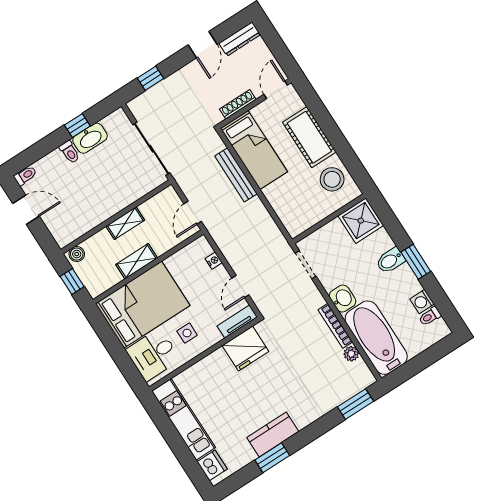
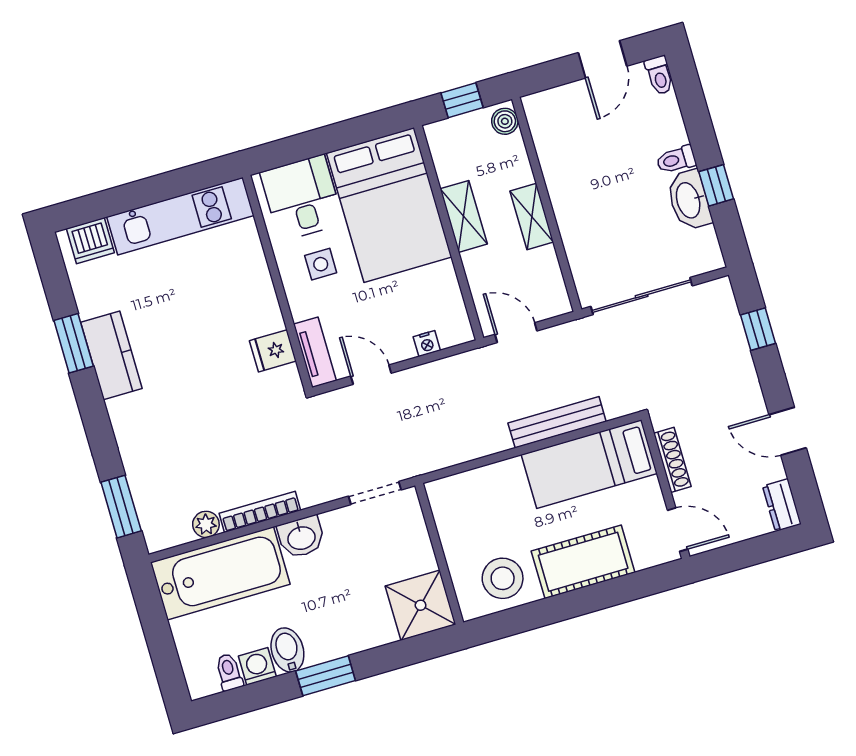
dresser: (240, 39) -> (782, 505), width x0.70
bidet: (390, 260) -> (287, 650), moved
fridge: (245, 349) -> (273, 351), width x0.53, depth x0.75

